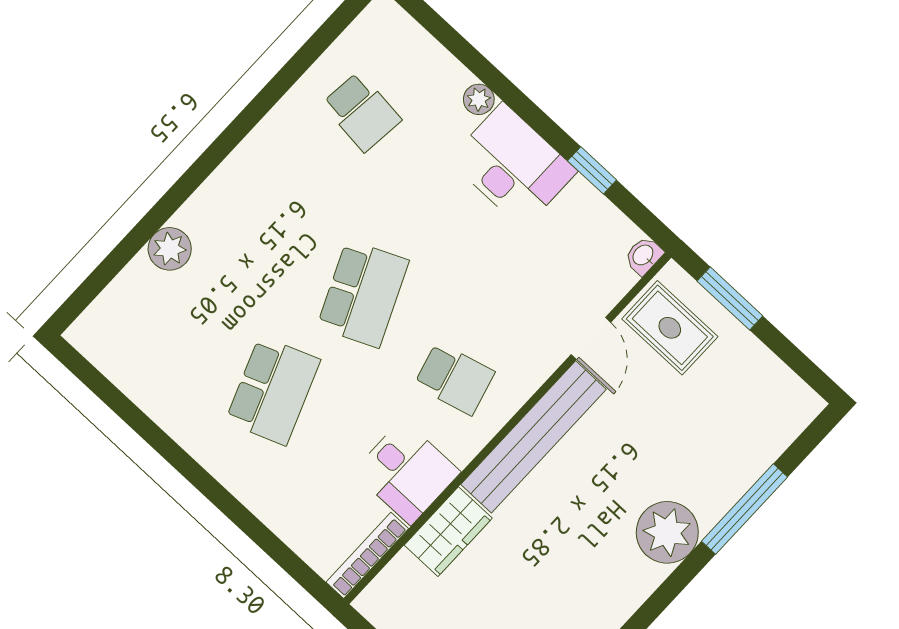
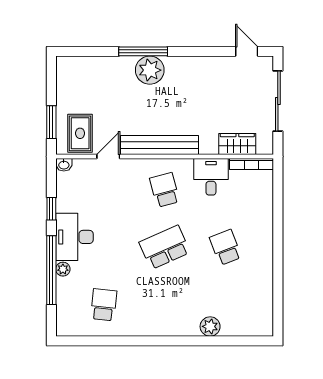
window: (494, 80) -> (51, 270), added
school desk: (273, 391) -> (226, 247), width x0.54
window: (744, 509) -> (143, 51), moved
wardrobe: (448, 532) -> (237, 144), moved

